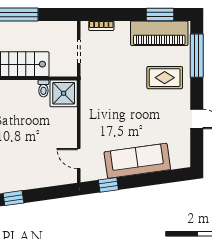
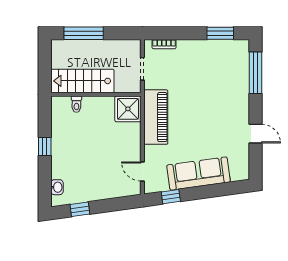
piano: (159, 33) -> (156, 117), moved, turned -90
rug: (165, 78) -> (225, 94), removed
toilet: (43, 88) -> (76, 104), moved

